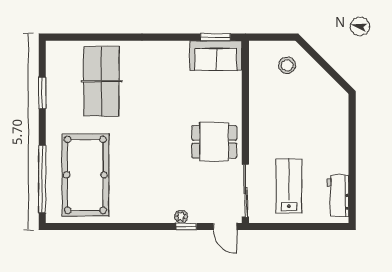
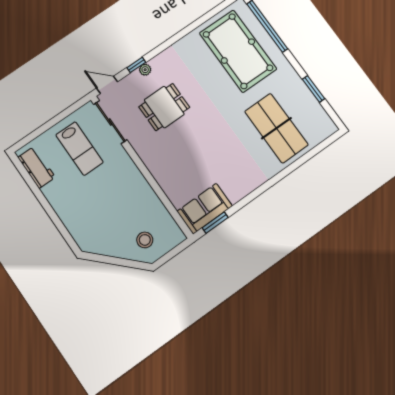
dining table: (214, 142) -> (164, 107), moved

